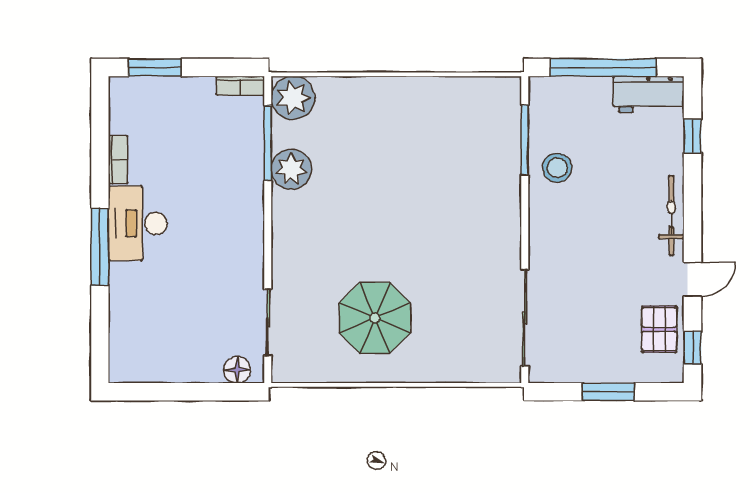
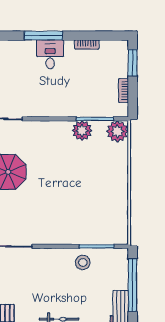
bookcase: (240, 86) -> (123, 91), moved
desk: (138, 223) -> (50, 54), width x0.73

